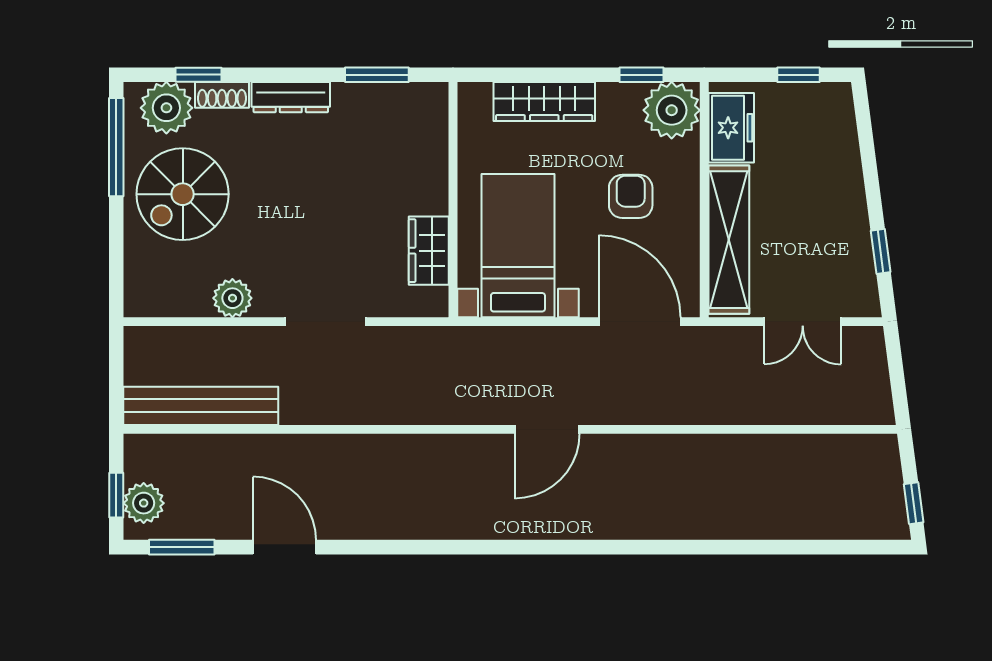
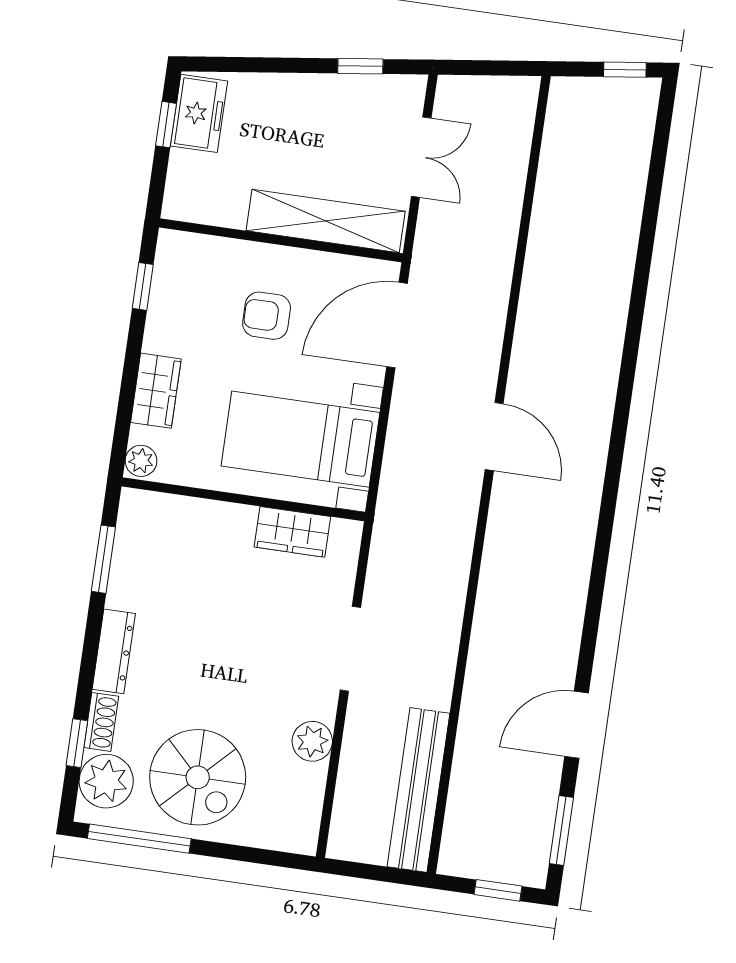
wardrobe: (544, 101) -> (156, 391), width x0.67
plant: (672, 110) -> (141, 461), moved, width x0.53, depth x0.53
freezer: (731, 128) -> (199, 113), moved, turned 90
plant: (144, 503) -> (510, 863), removed

